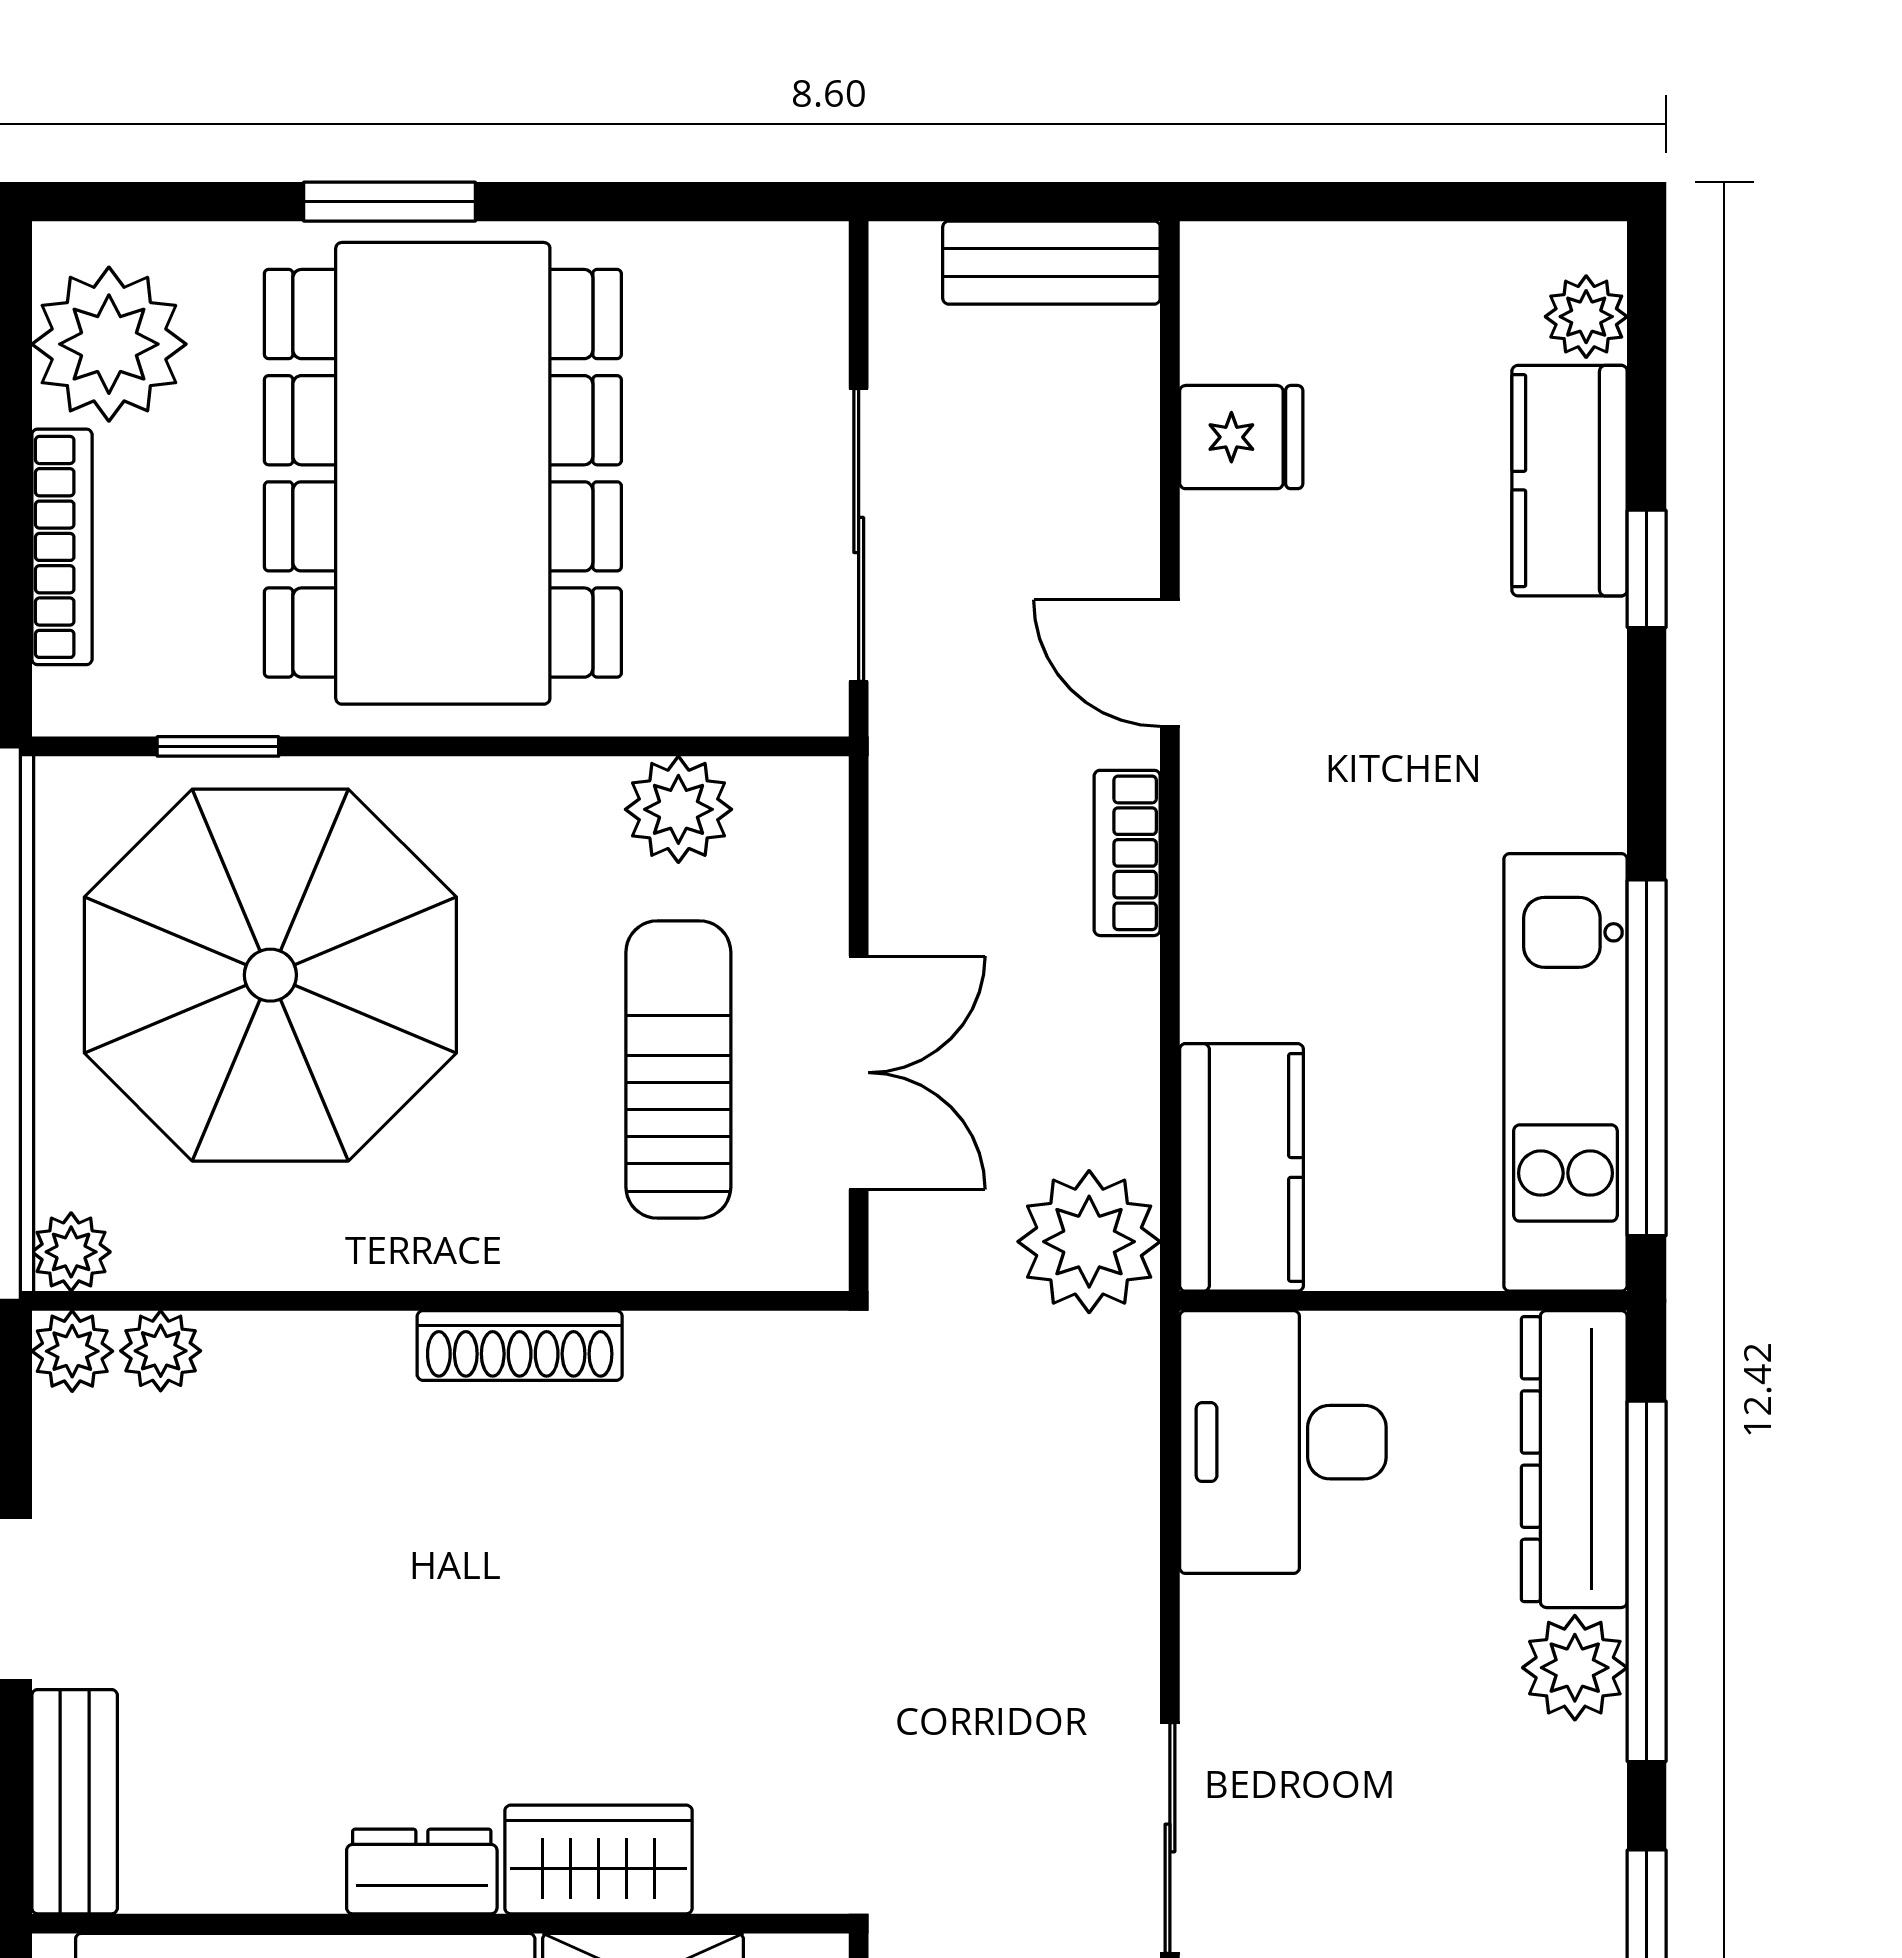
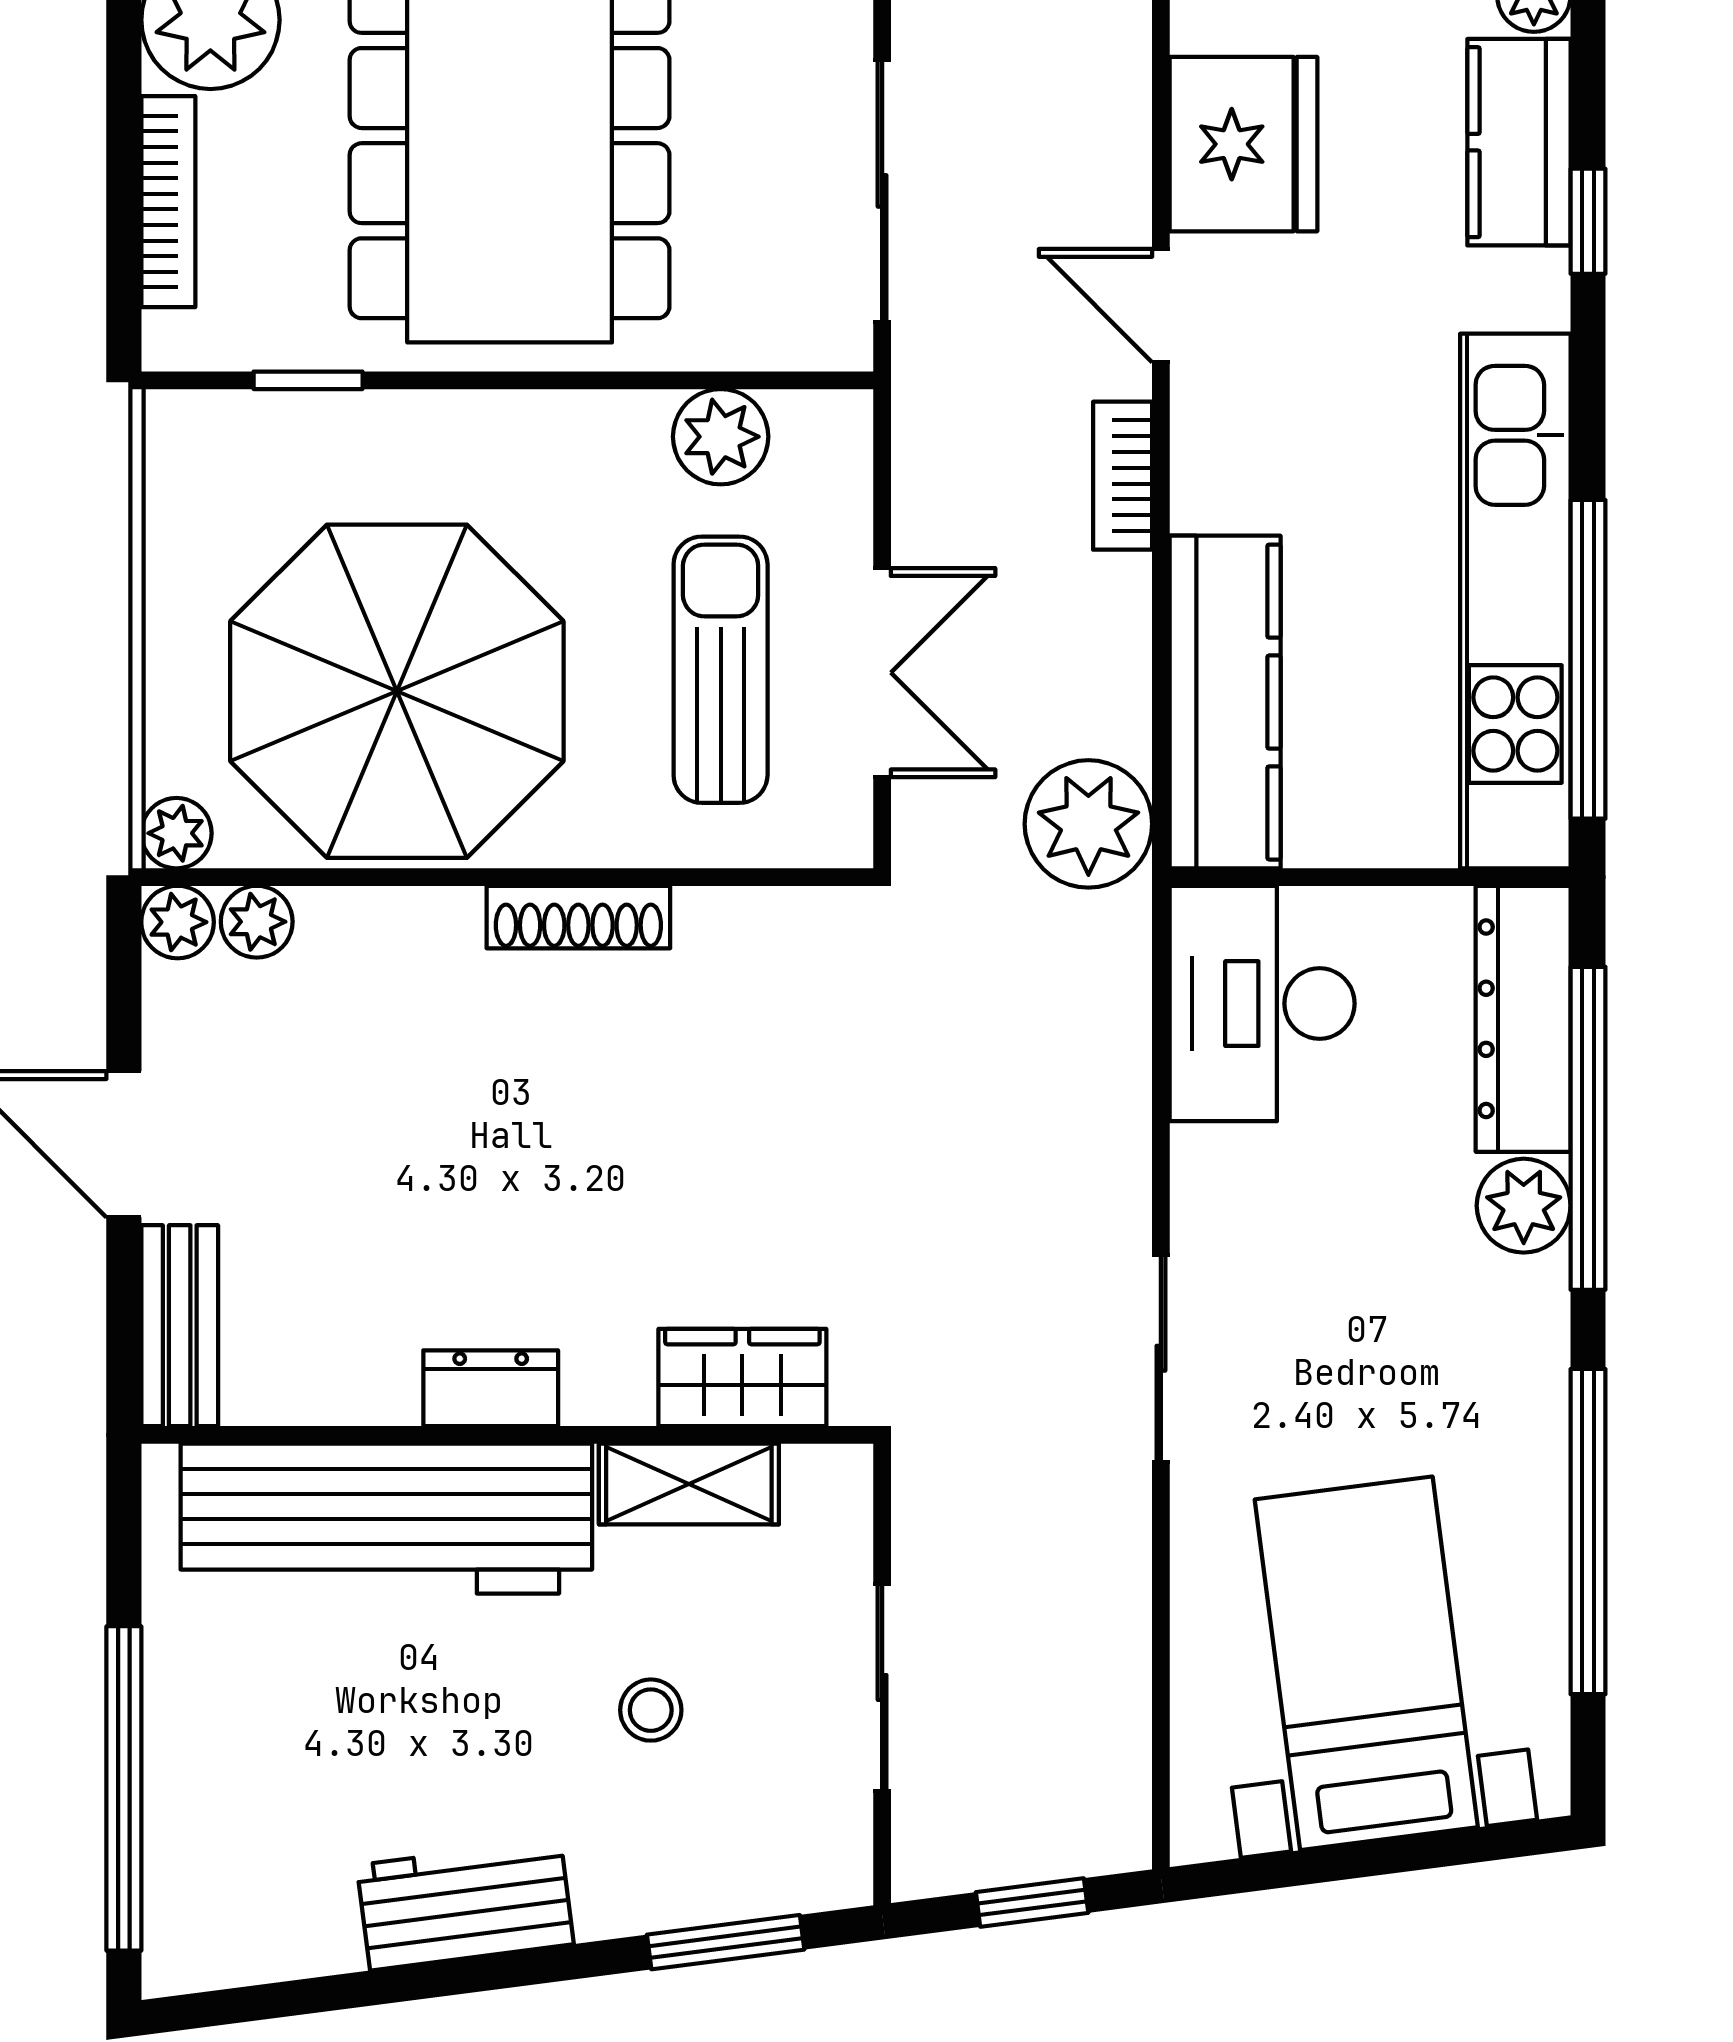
fridge: (1241, 437) -> (1244, 144), width x1.88, depth x1.34
parasol: (270, 975) -> (397, 691), moved
kitchen unit: (1565, 1072) -> (1515, 601), width x1.36
kitchen counter: (1242, 1167) -> (1225, 702), width x1.50
wardrobe: (598, 1859) -> (742, 1377), moved

